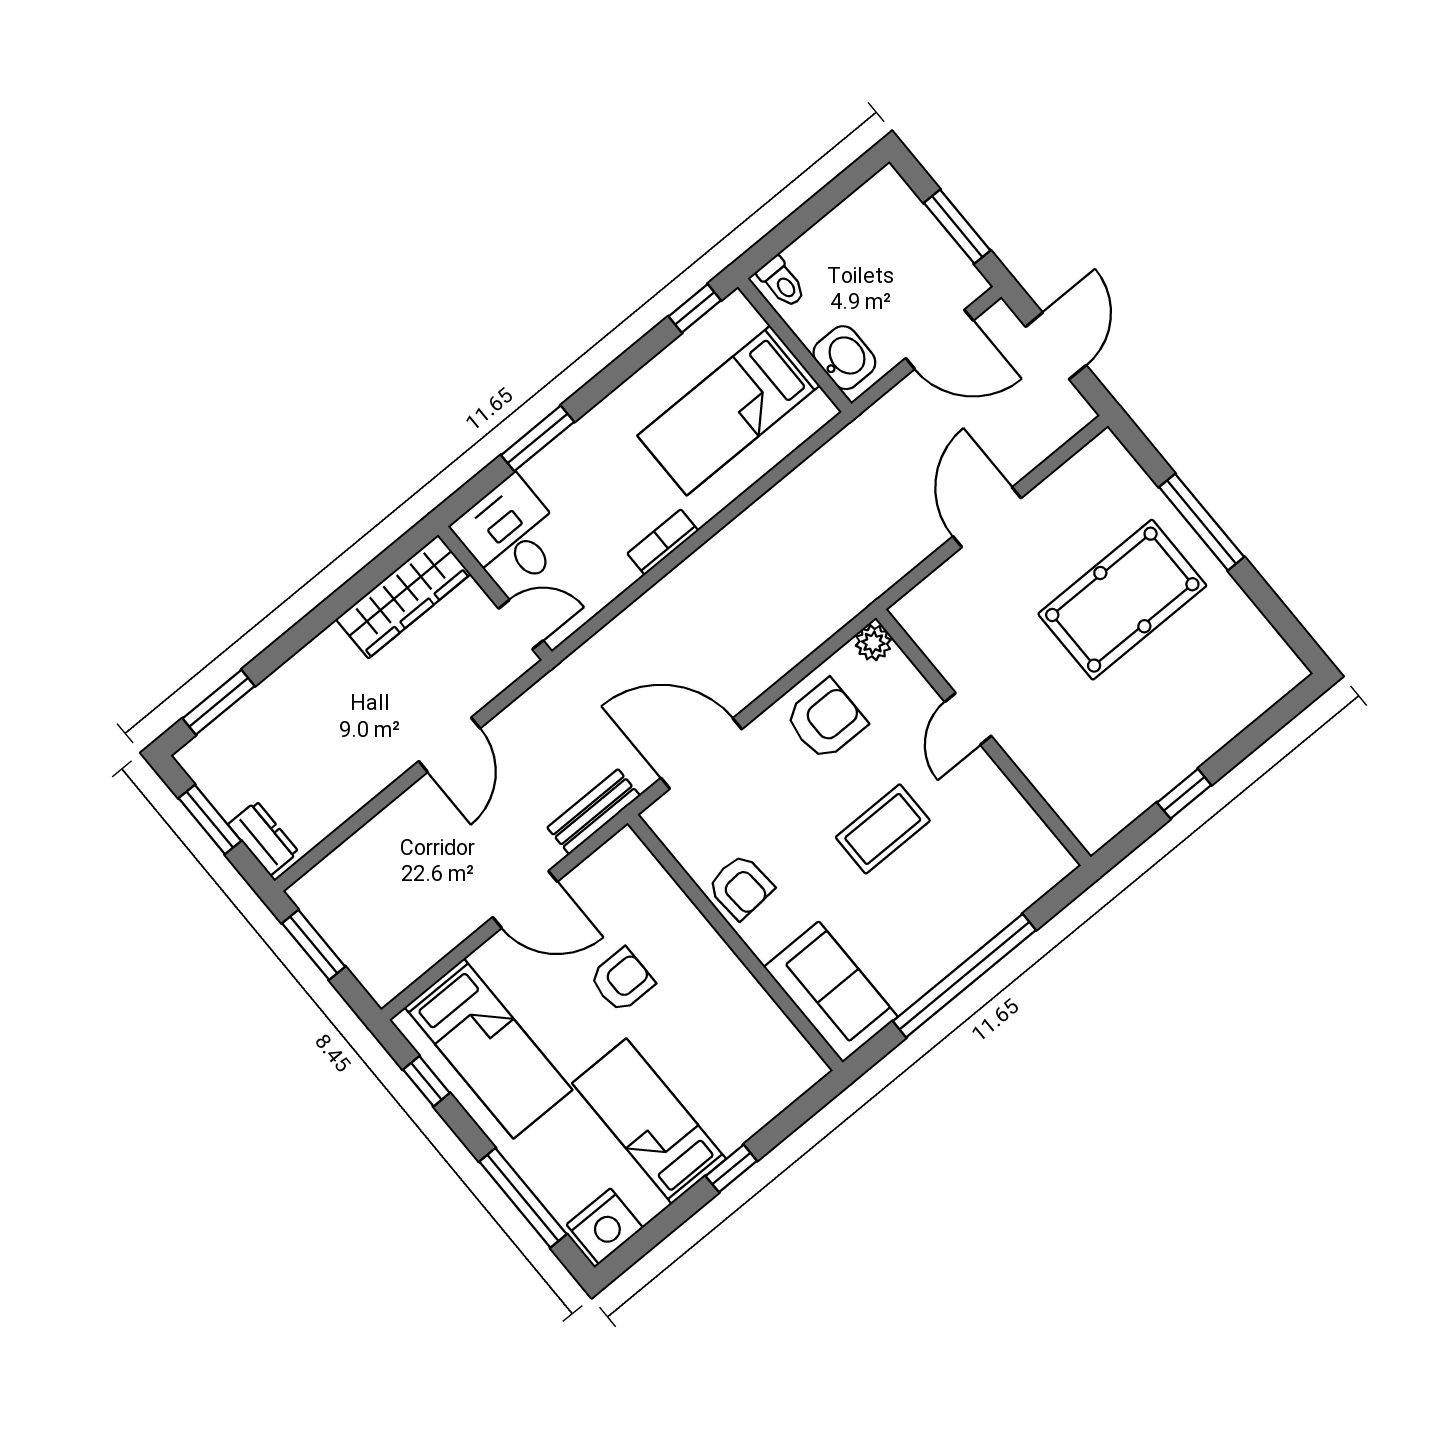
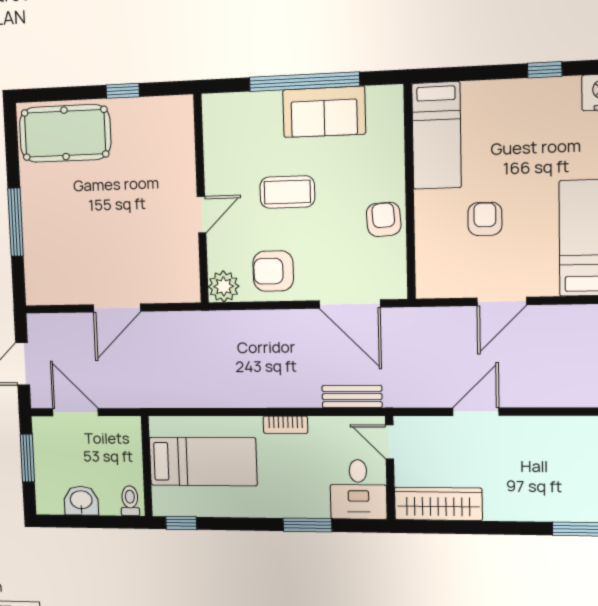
washbasin: (844, 358) -> (81, 501), moved, turned 90
pool table: (1122, 600) -> (65, 133), moved
plant: (873, 643) -> (224, 286), width x1.38, depth x1.38
bench: (594, 812) -> (352, 397), moved
door: (525, 899) -> (502, 301), swing flipped
armchair: (622, 980) -> (485, 219), turned 90
sofa: (831, 992) -> (324, 112), moved, turned -90
bed: (649, 1121) -> (437, 136), moved
window: (731, 1168) -> (545, 70), moved

